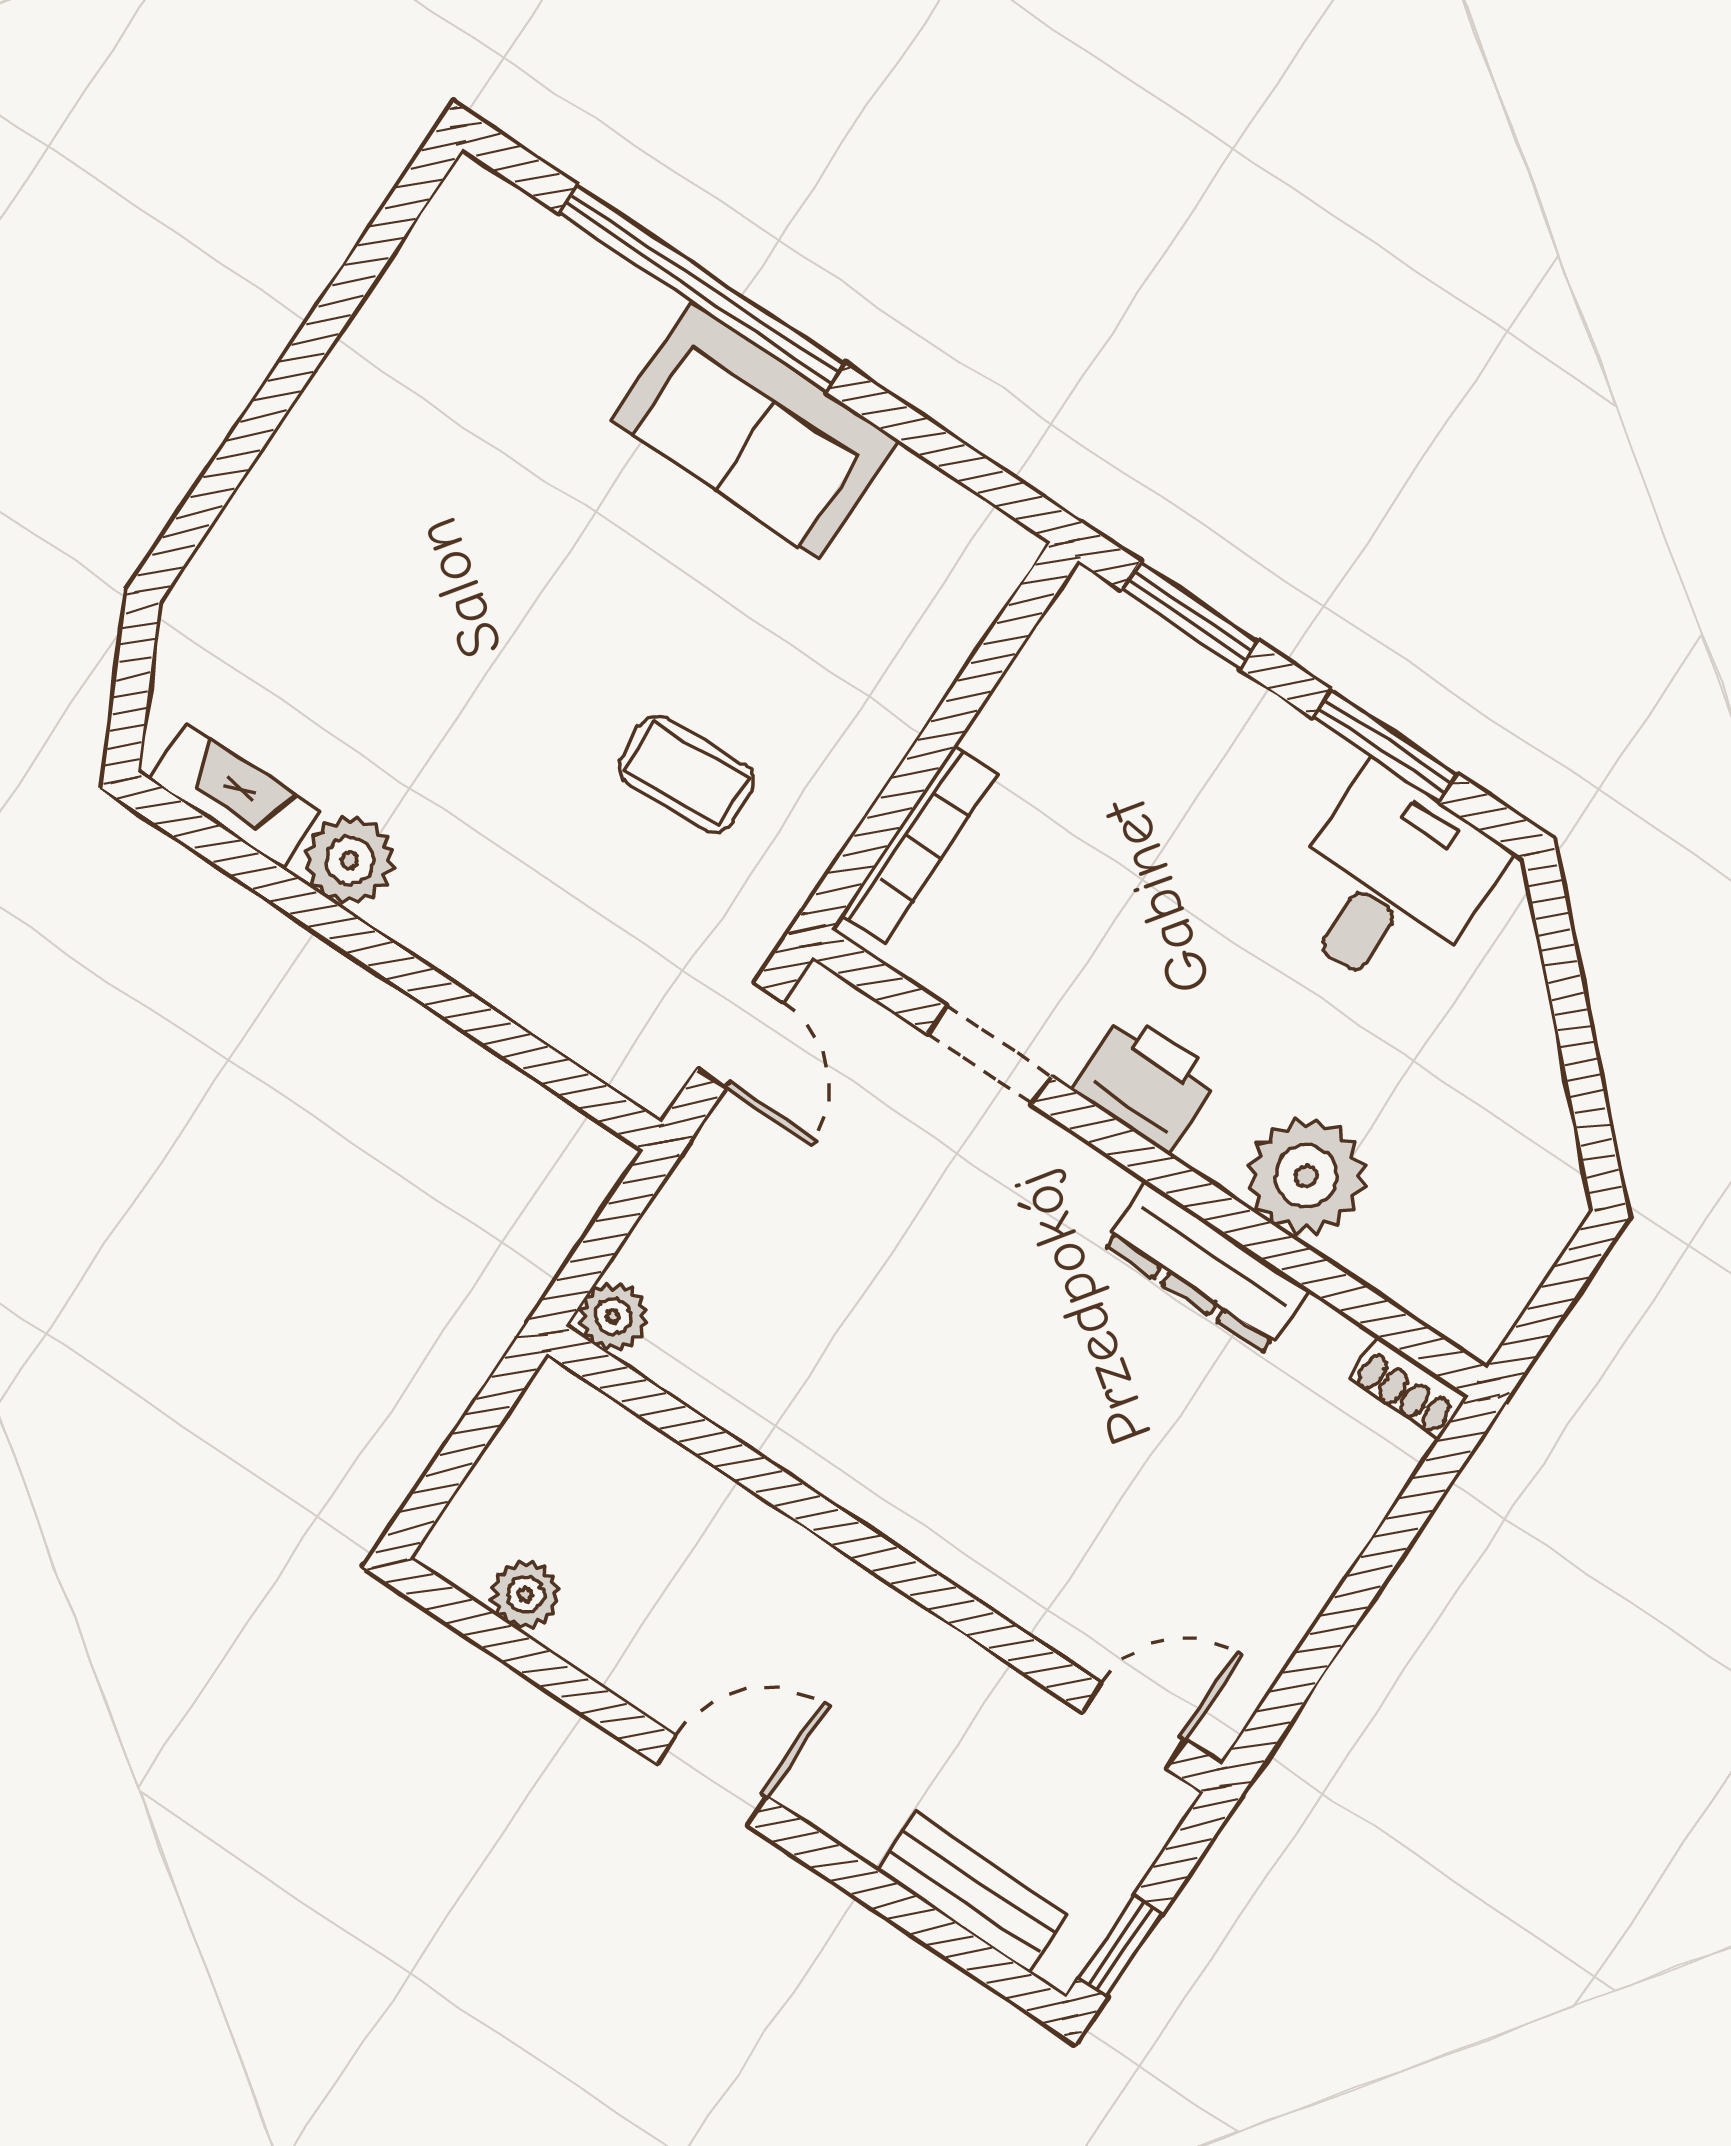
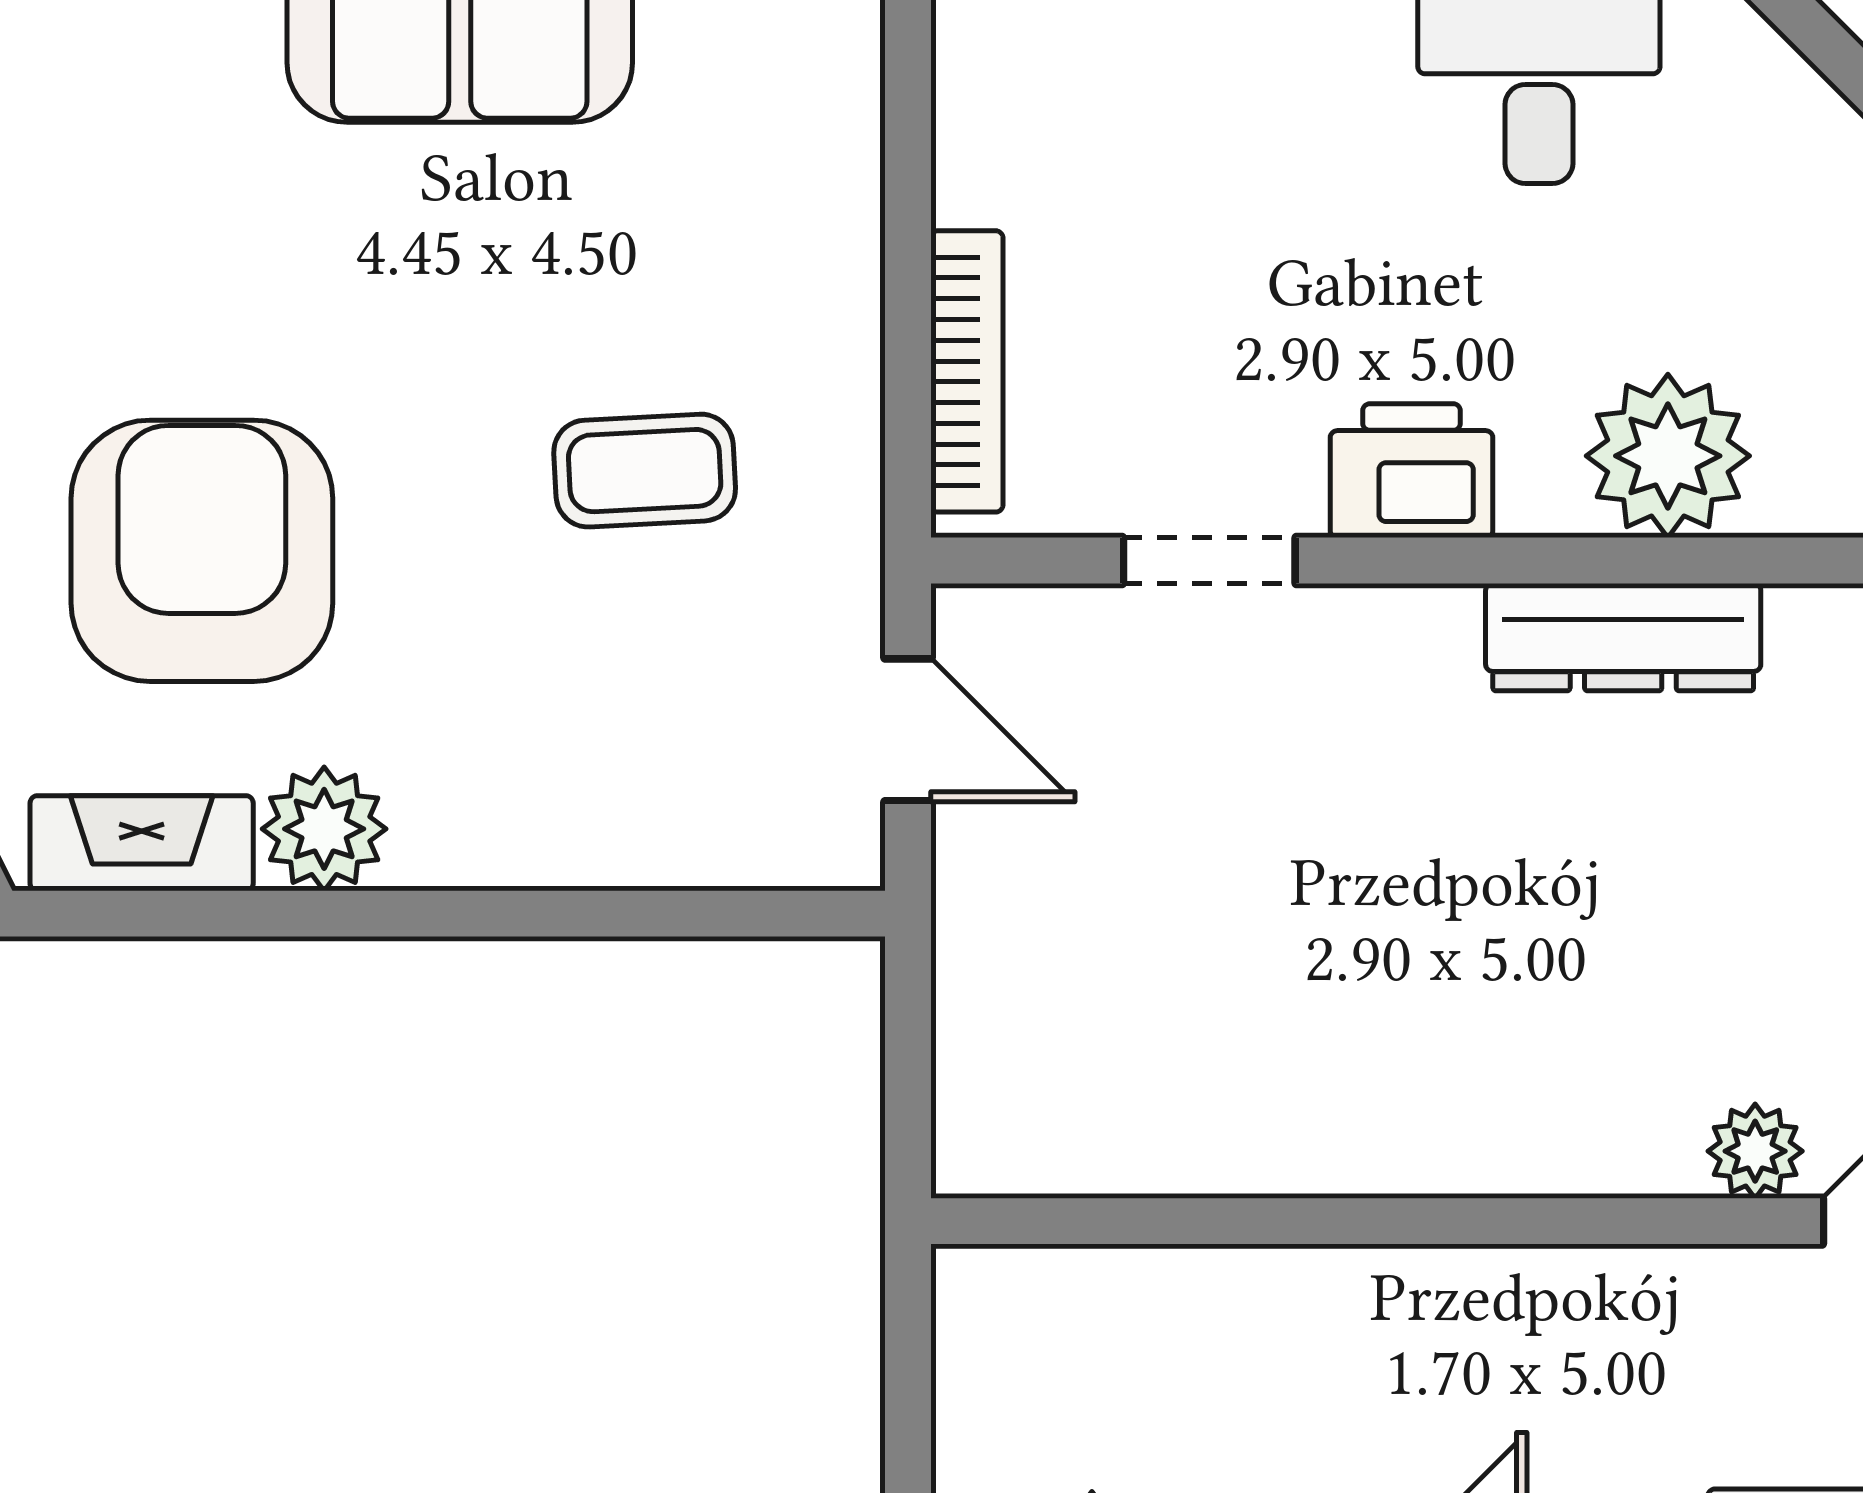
armchair: (388, 644) -> (202, 551), added
plant: (613, 1316) -> (1755, 1151), moved

